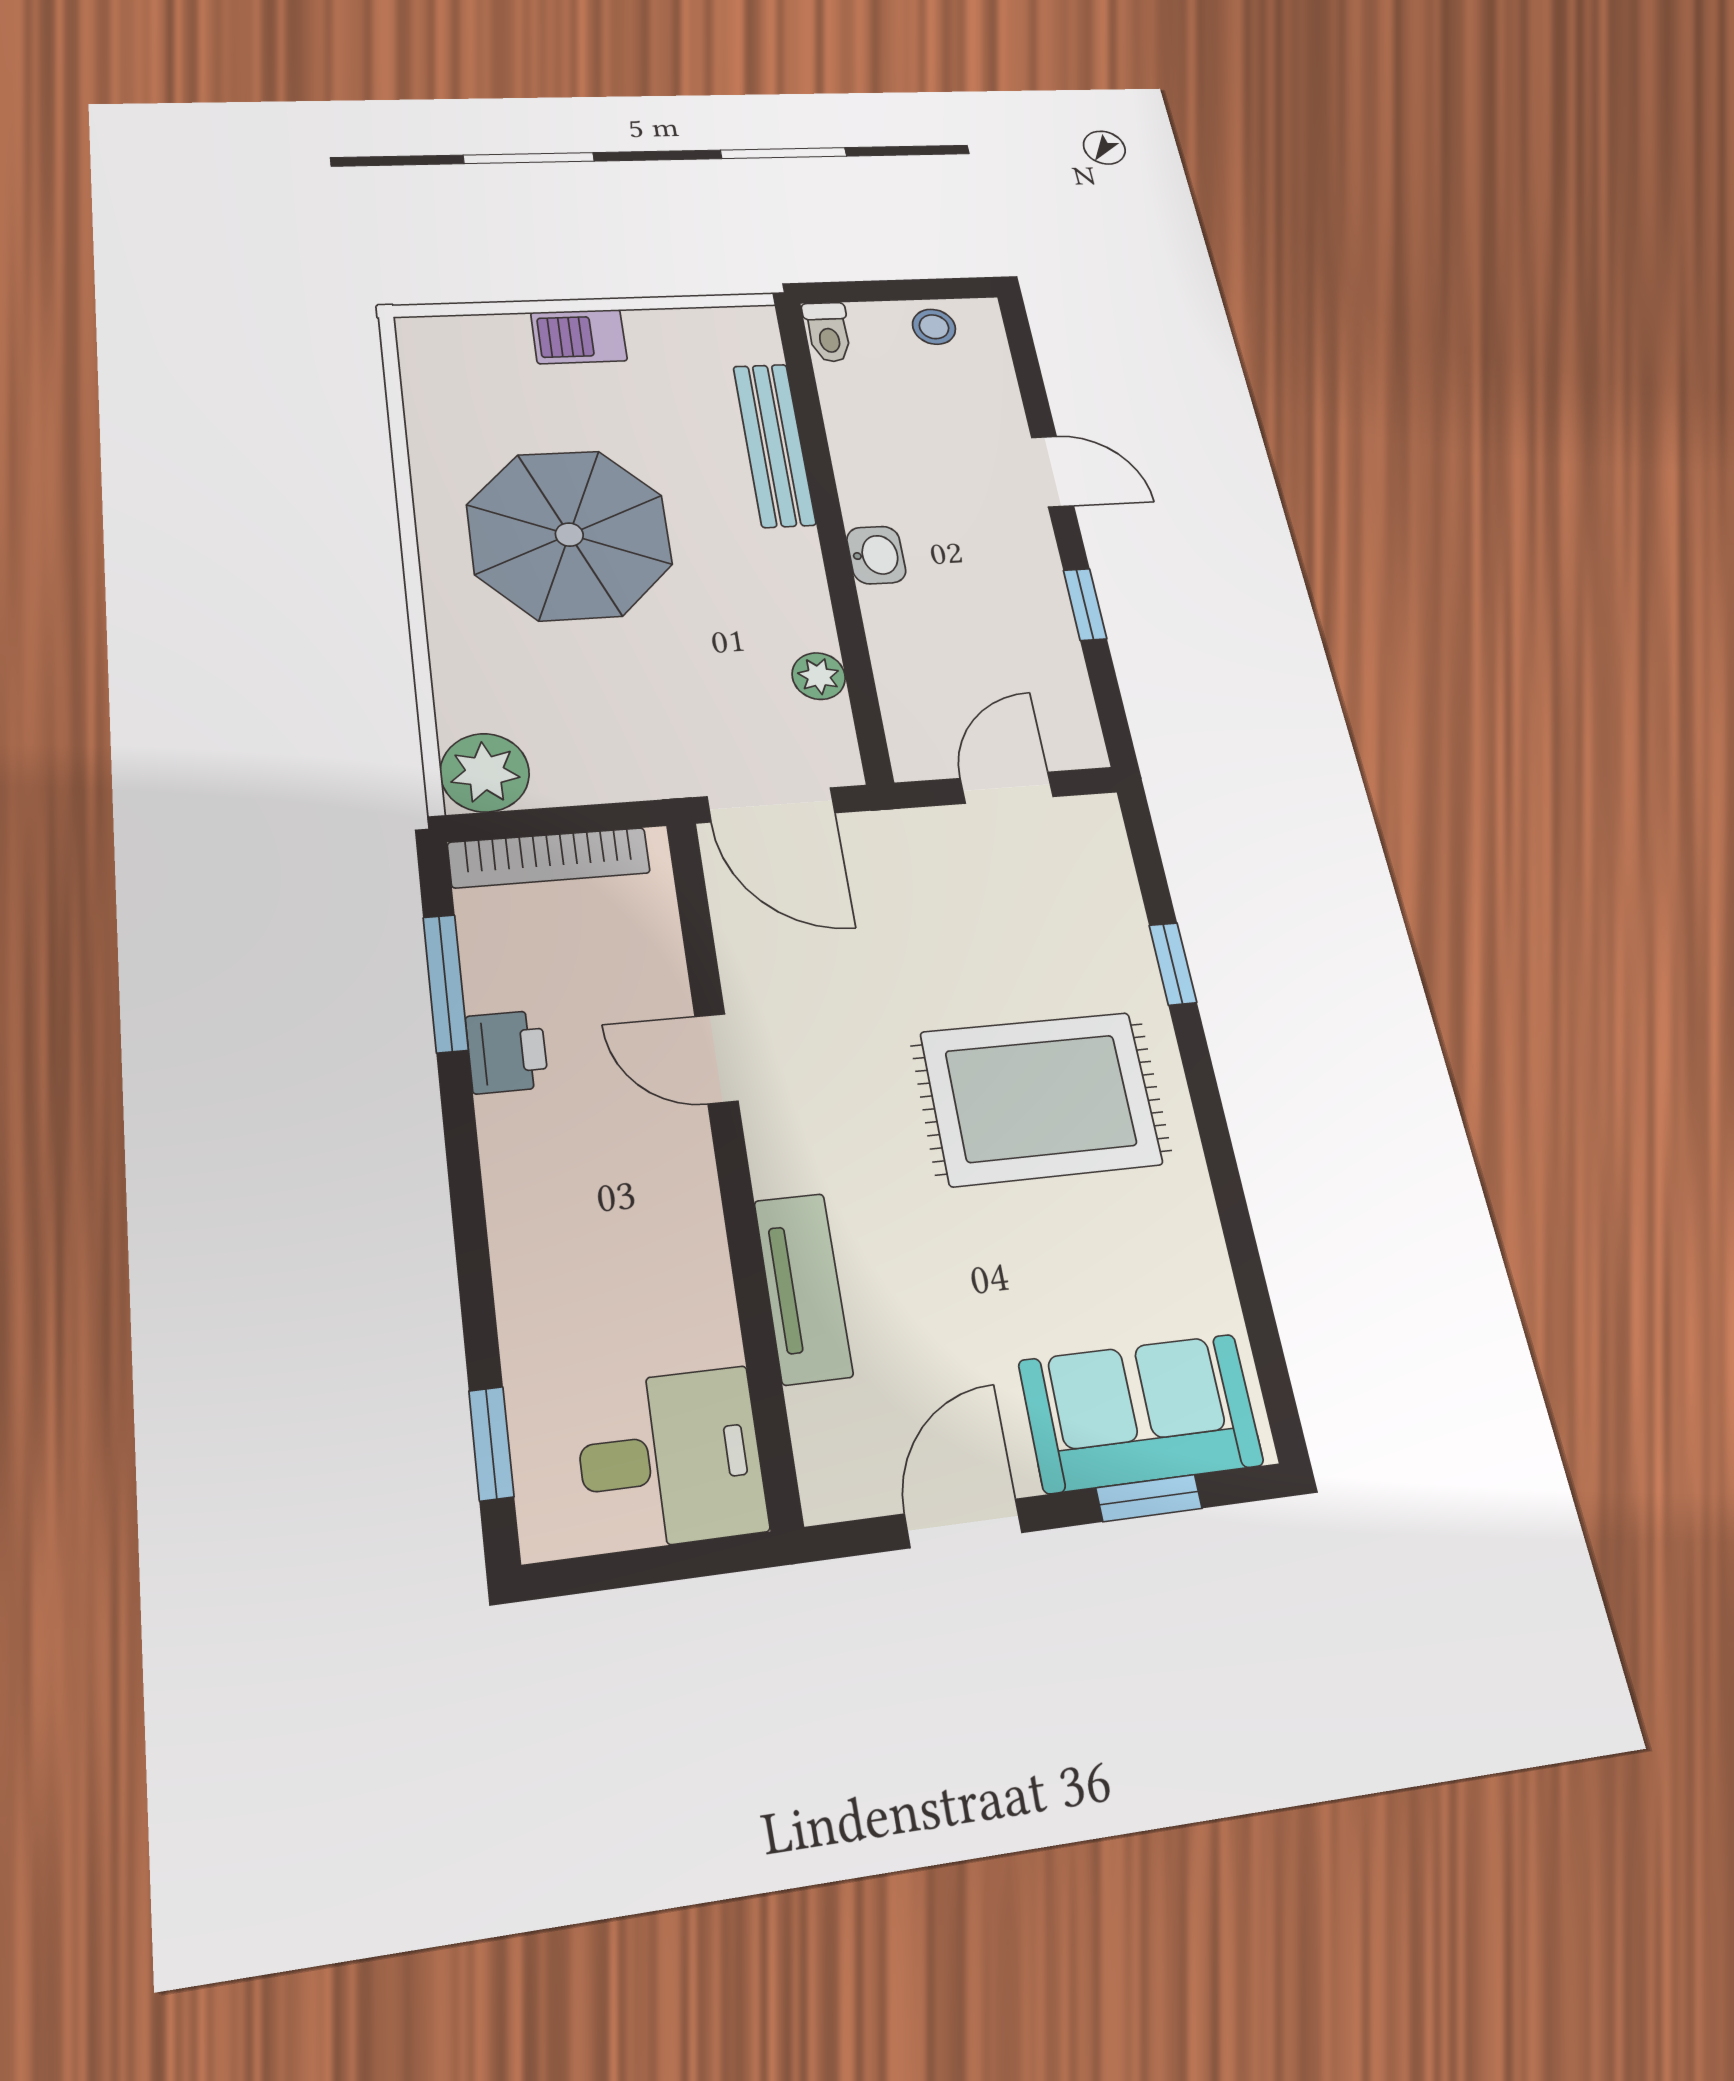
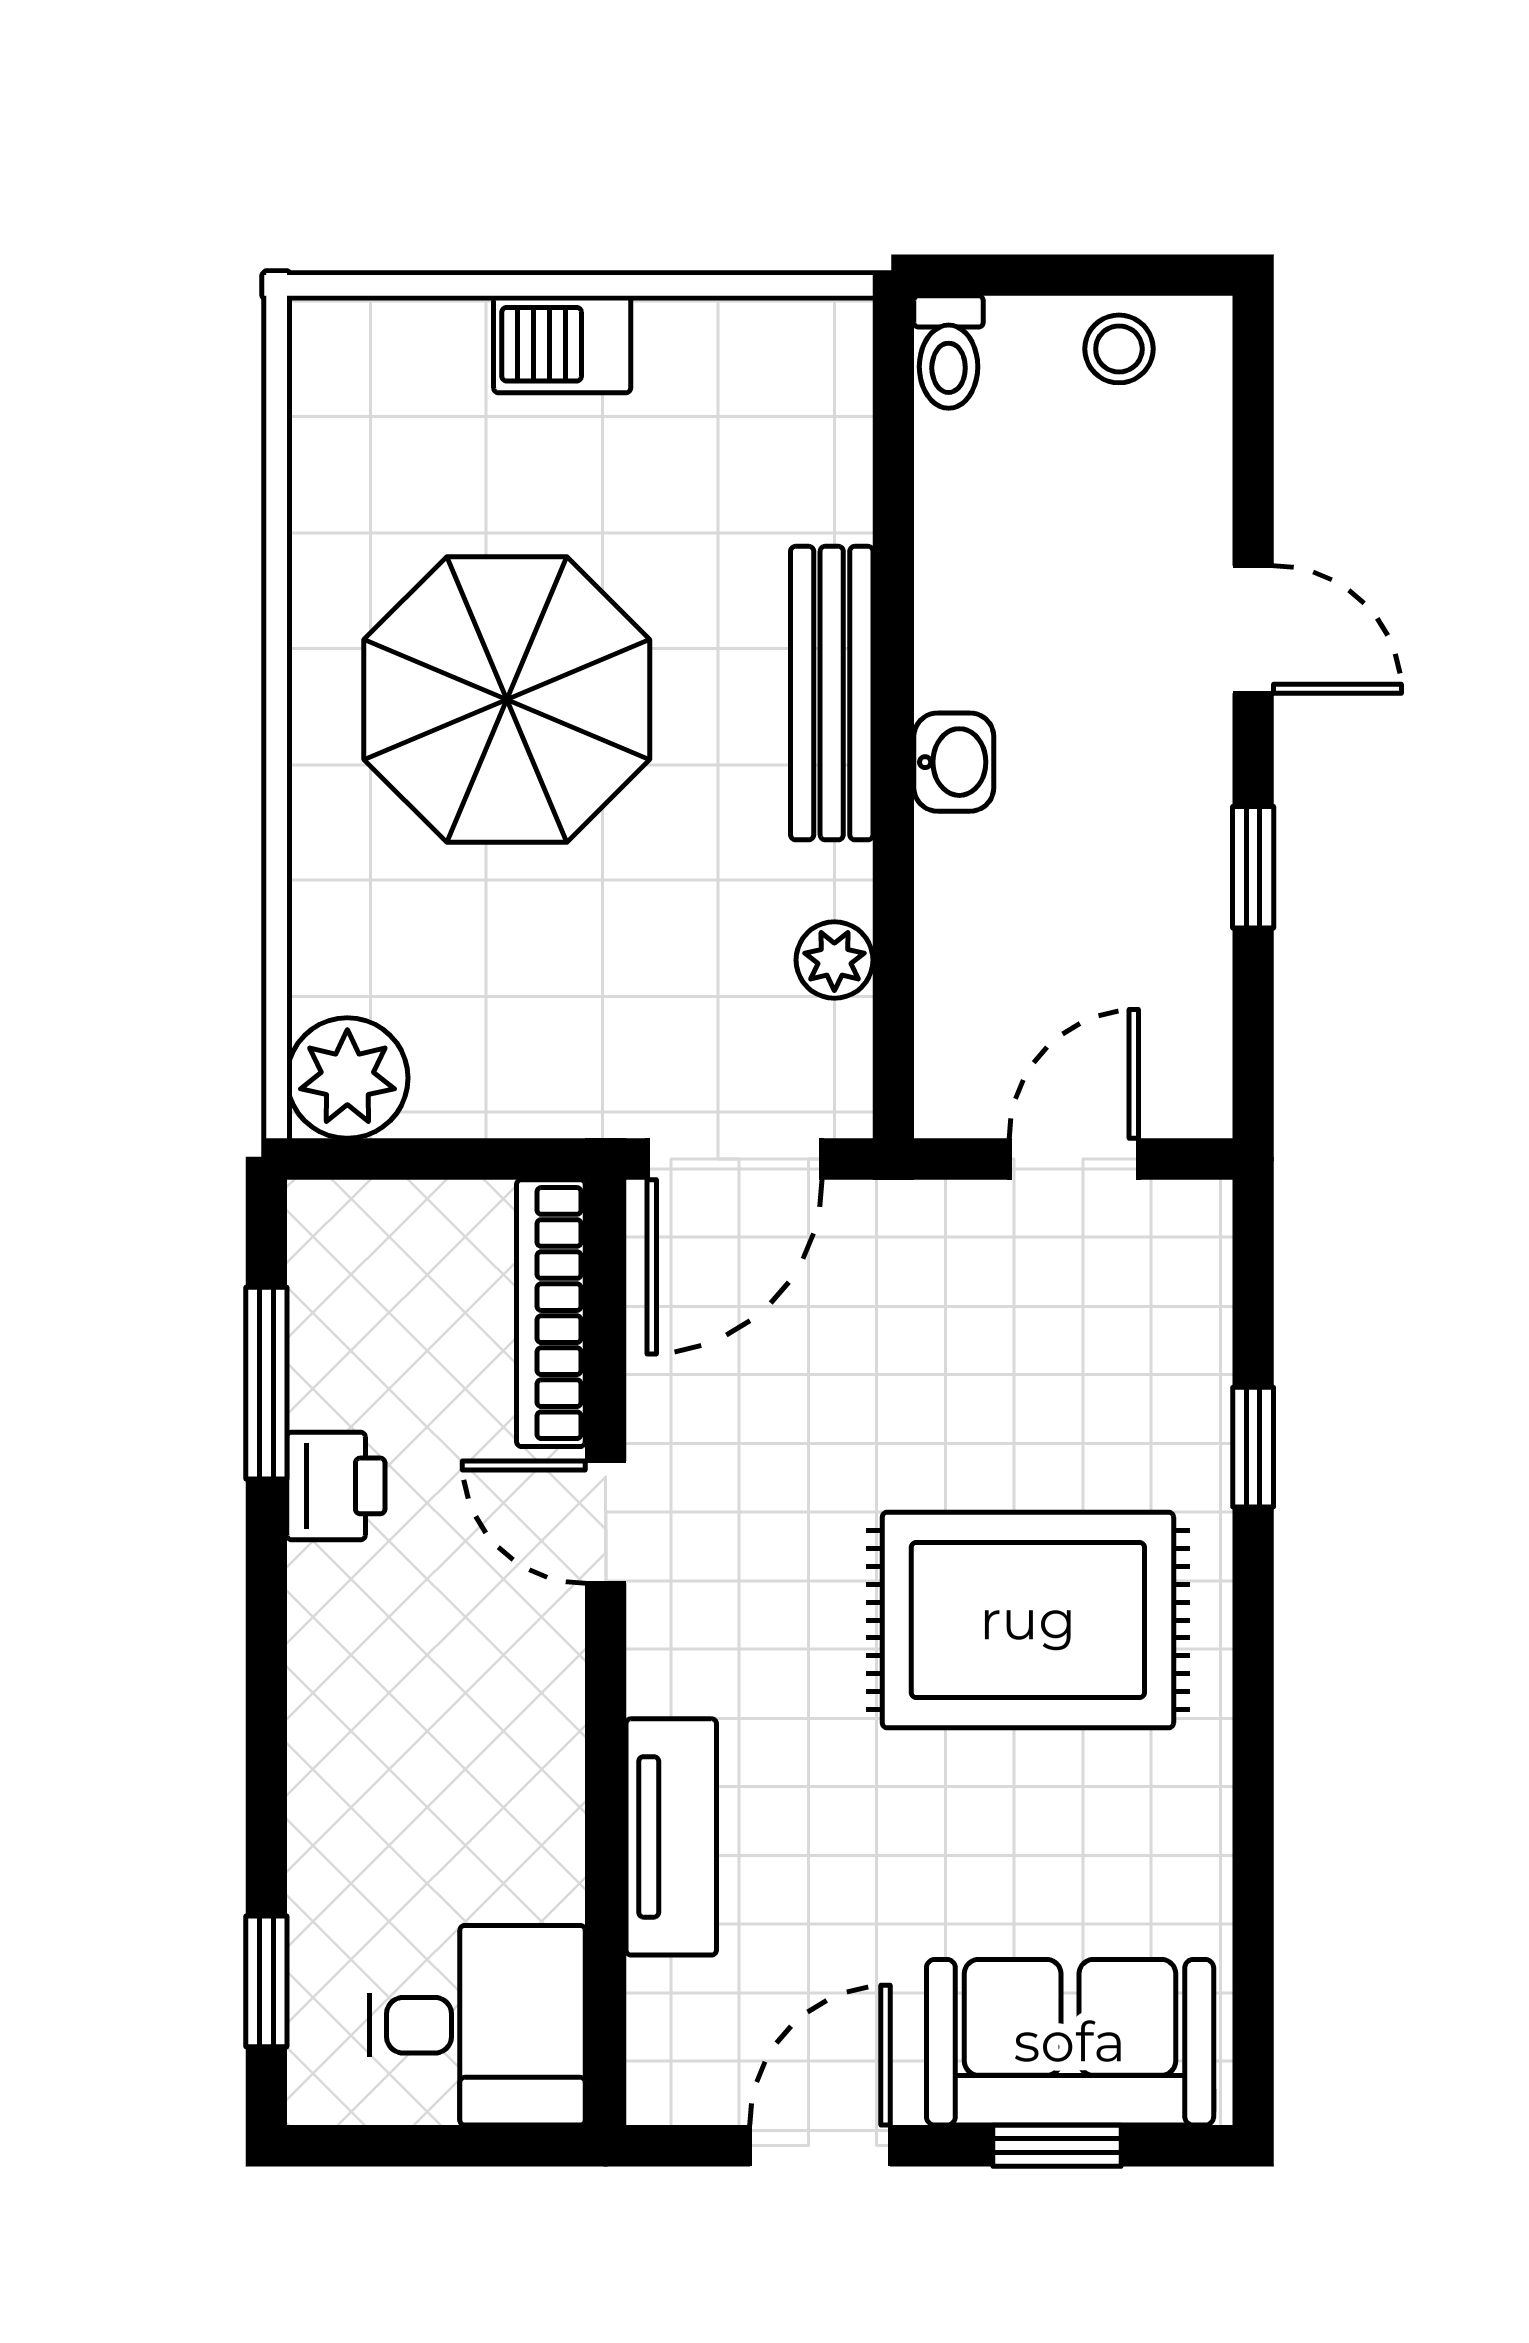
bench: (774, 445) -> (832, 693), moved
door: (771, 805) -> (735, 1159), hinge flipped
bookcase: (549, 858) -> (551, 1313), moved, turned 90

